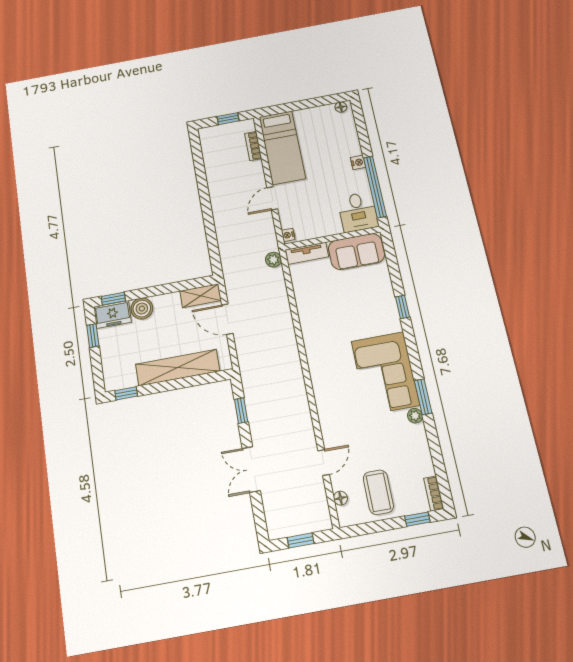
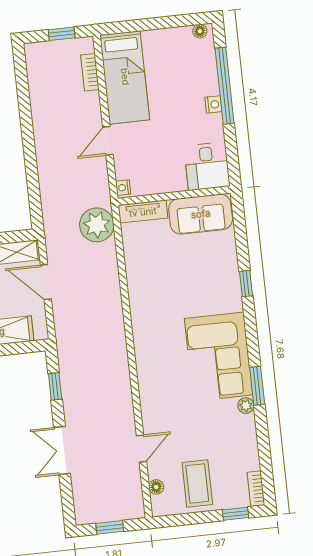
window: (375, 187) -> (225, 86), moved
plant: (273, 260) -> (97, 225), width x1.88, depth x1.88

